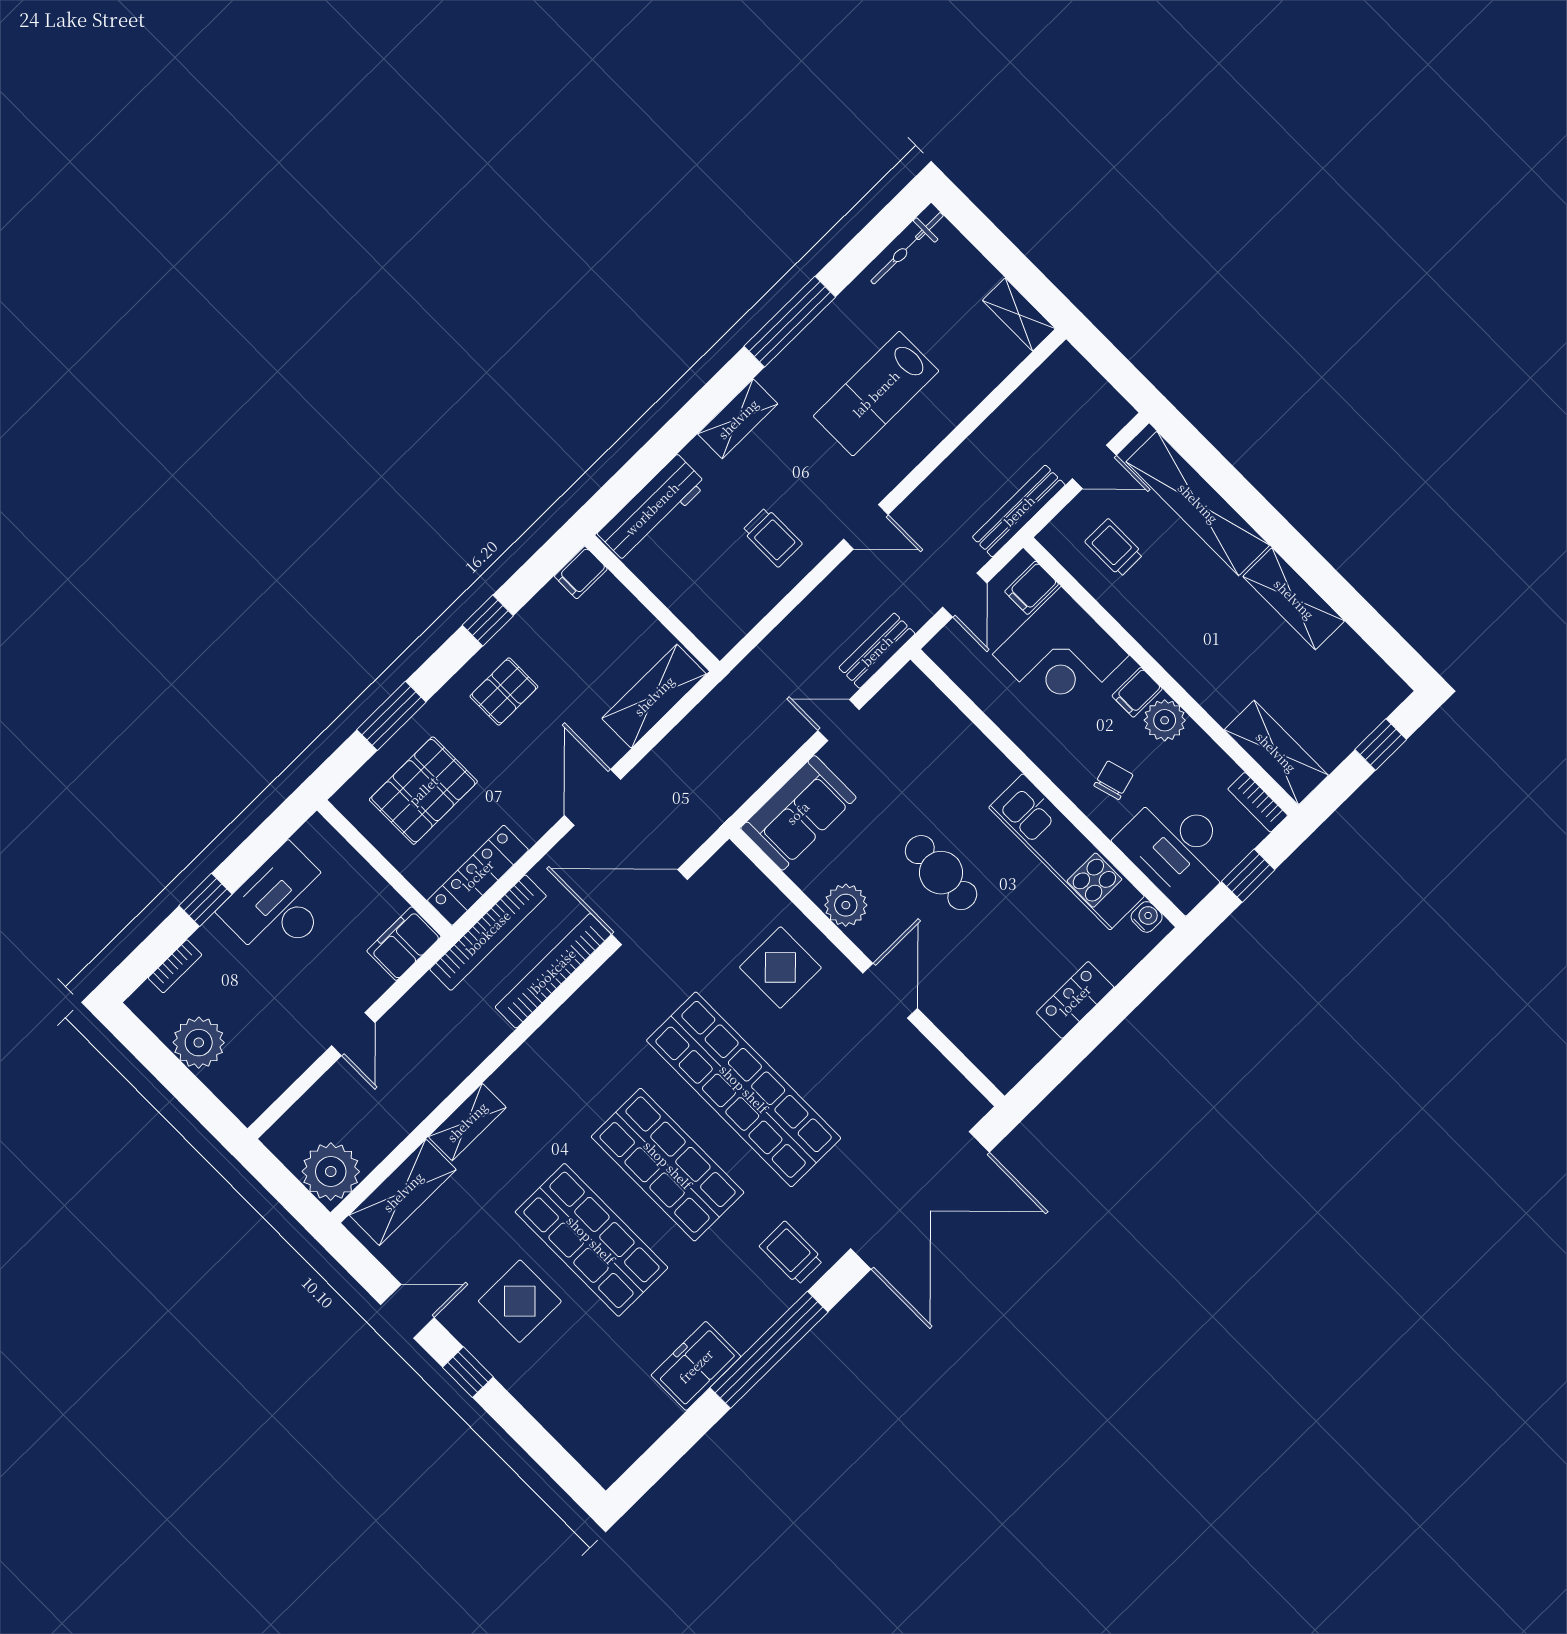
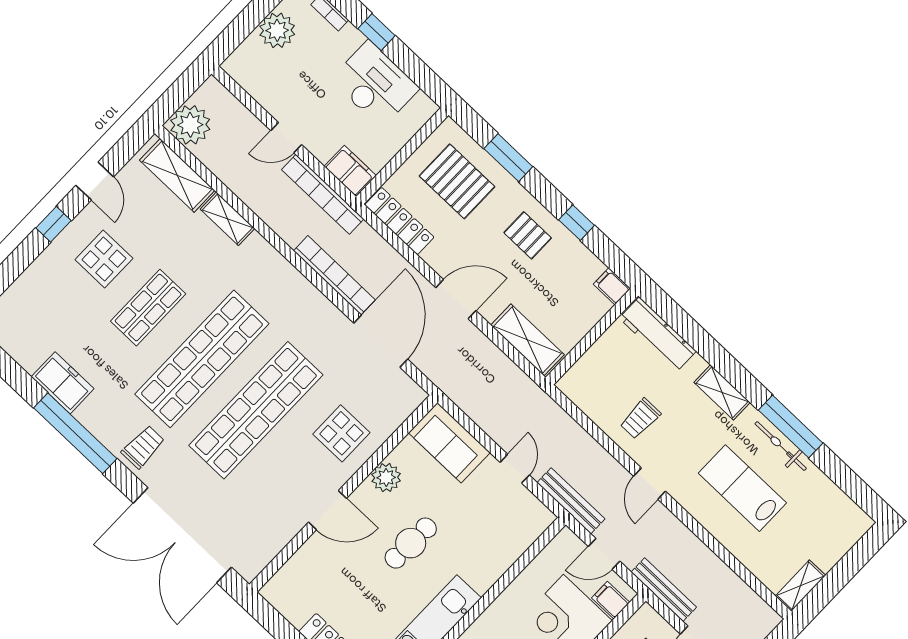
bicycle: (907, 248) -> (781, 446), moved
bench: (877, 651) -> (571, 501), width x1.36
bookcase: (488, 933) -> (323, 194), moved
shop shelf: (668, 1165) -> (202, 359), width x1.40
shop shelf: (591, 1240) -> (148, 308), width x0.70, depth x0.74

